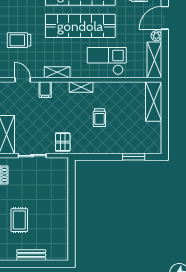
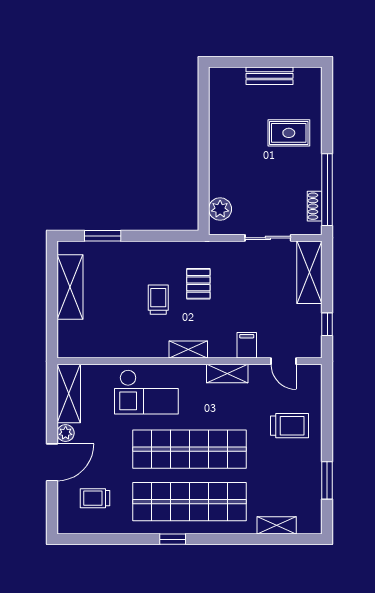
shelving: (154, 102) -> (70, 287), moved
pallet: (63, 142) -> (198, 284), moved
plant: (62, 173) -> (220, 209), added
rug: (19, 220) -> (289, 133), turned 90

